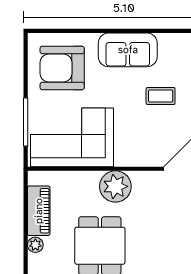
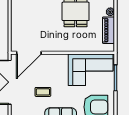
plant: (115, 186) -> (67, 43), removed

